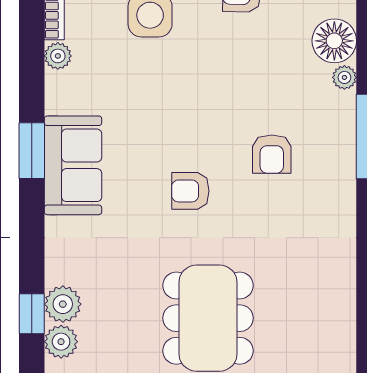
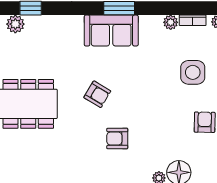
armchair: (190, 191) -> (97, 94), turned 121
plant: (63, 304) -> (36, 25), removed

